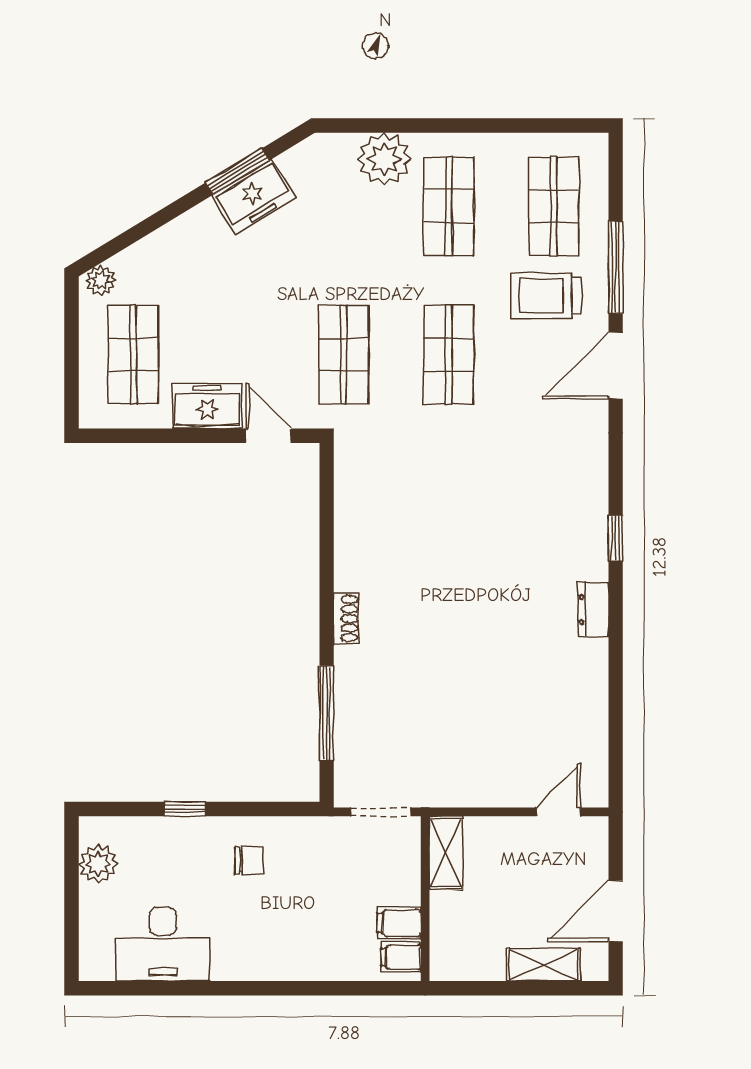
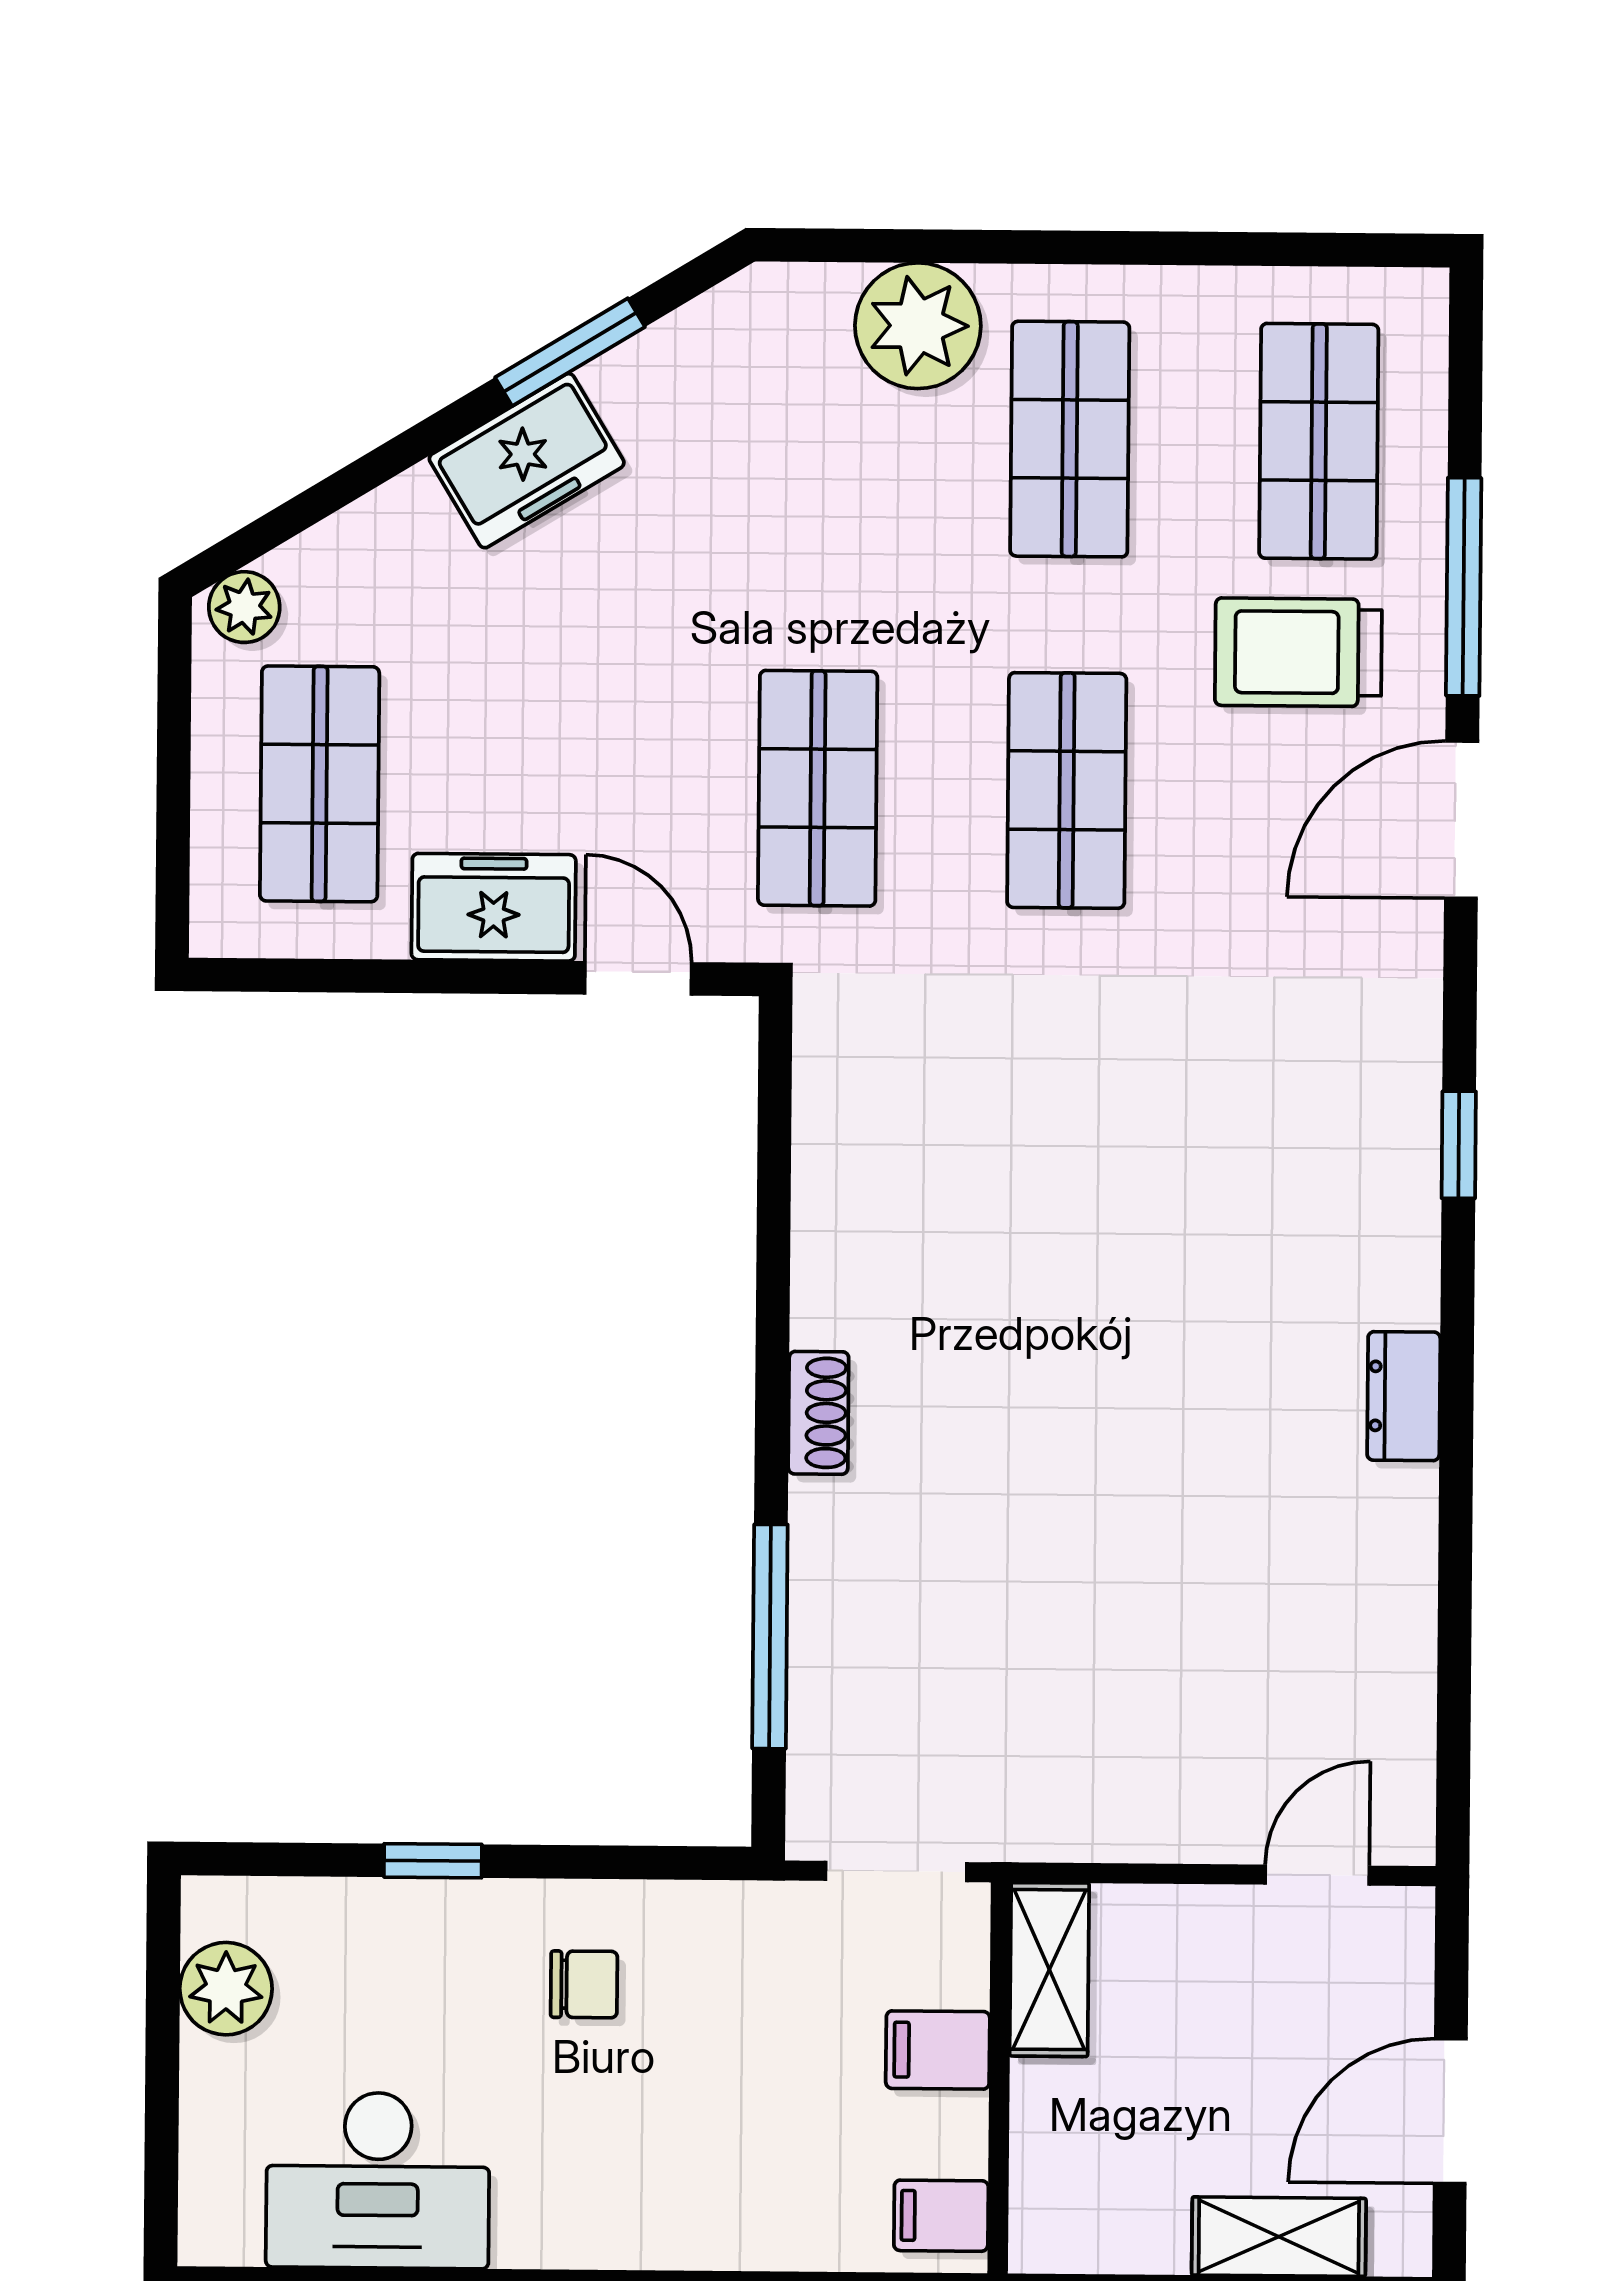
freezer: (254, 197) -> (527, 461), moved
window: (616, 538) -> (1459, 1145), moved
filing cabinet: (399, 923) -> (938, 2050), moved

